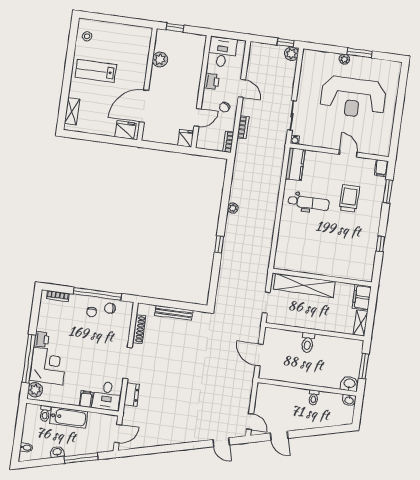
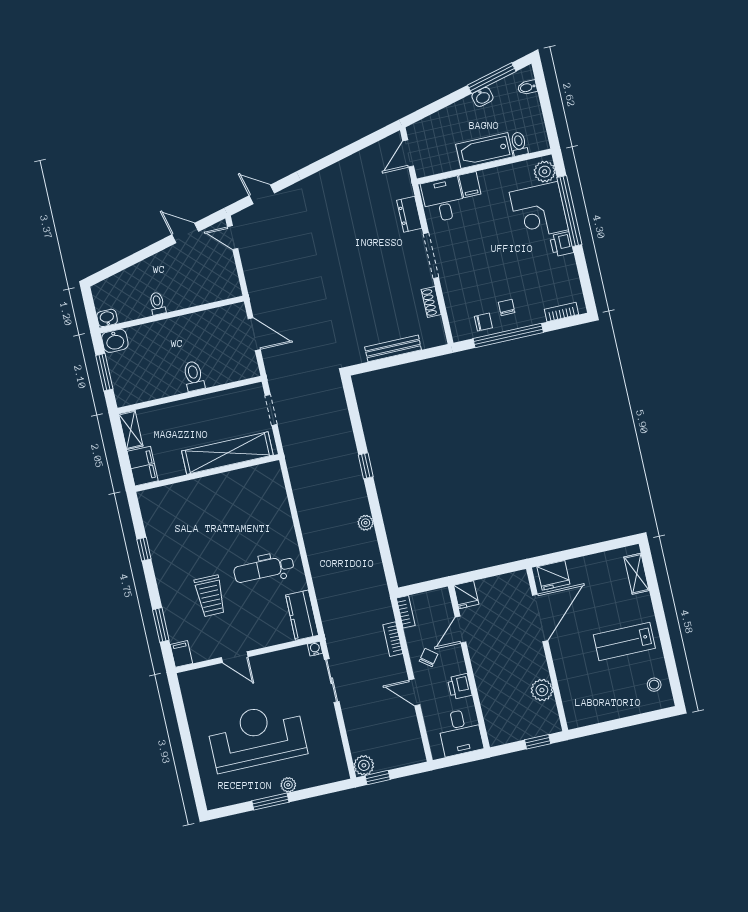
lab bench: (96, 71) -> (624, 641), turned 180
shoe rack: (139, 329) -> (431, 302), width x0.70
window: (81, 458) -> (492, 78), moved

